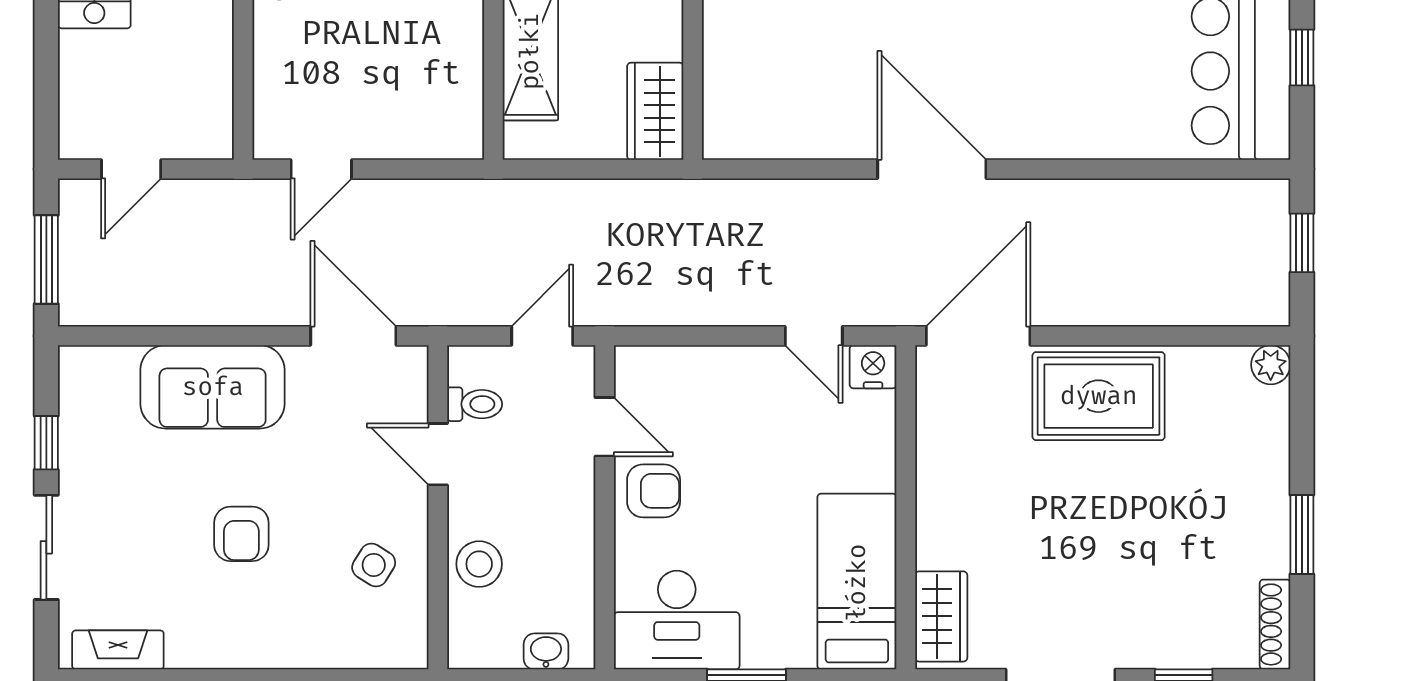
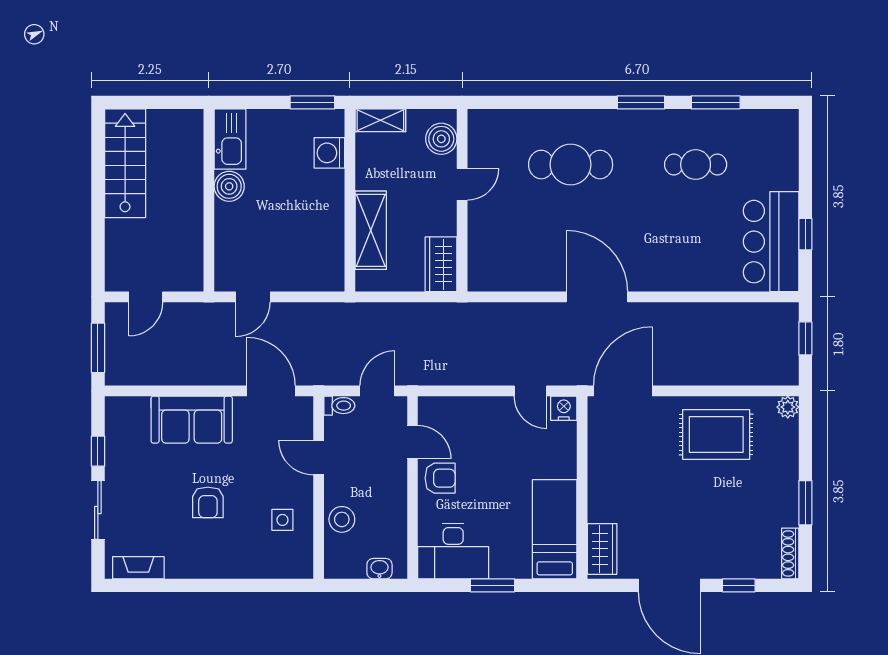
rug: (1099, 396) -> (716, 434), moved
toilet: (475, 404) -> (339, 406), moved
side table: (374, 565) -> (282, 520), turned -32

